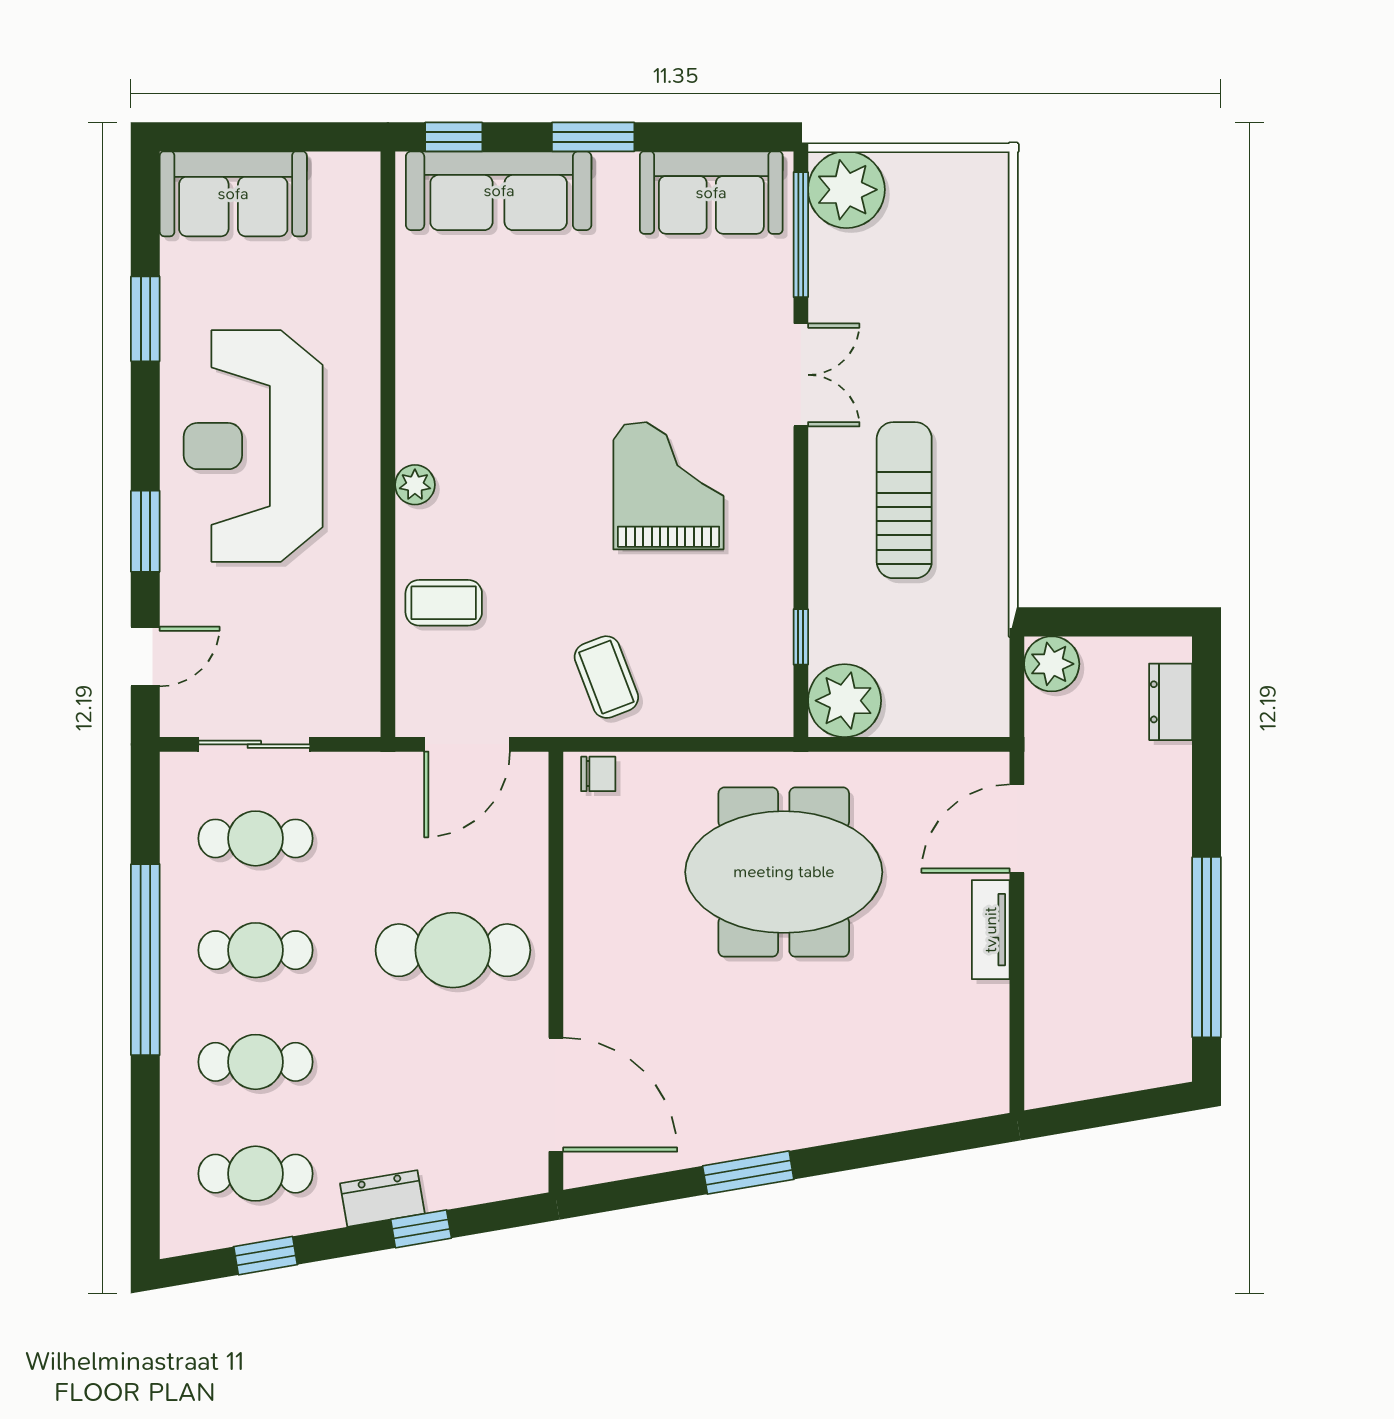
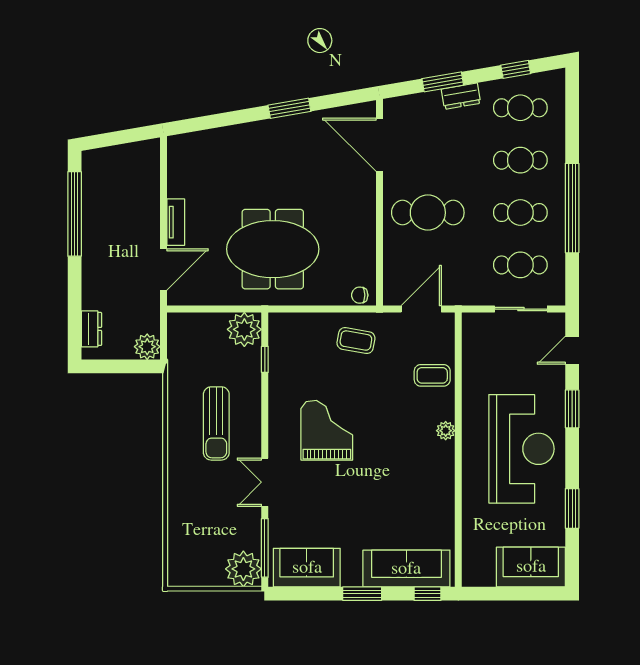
grand piano: (668, 486) -> (327, 430), turned 180
coffee table: (606, 677) -> (356, 341), turned -59
window: (421, 1229) -> (443, 82), width x1.50

